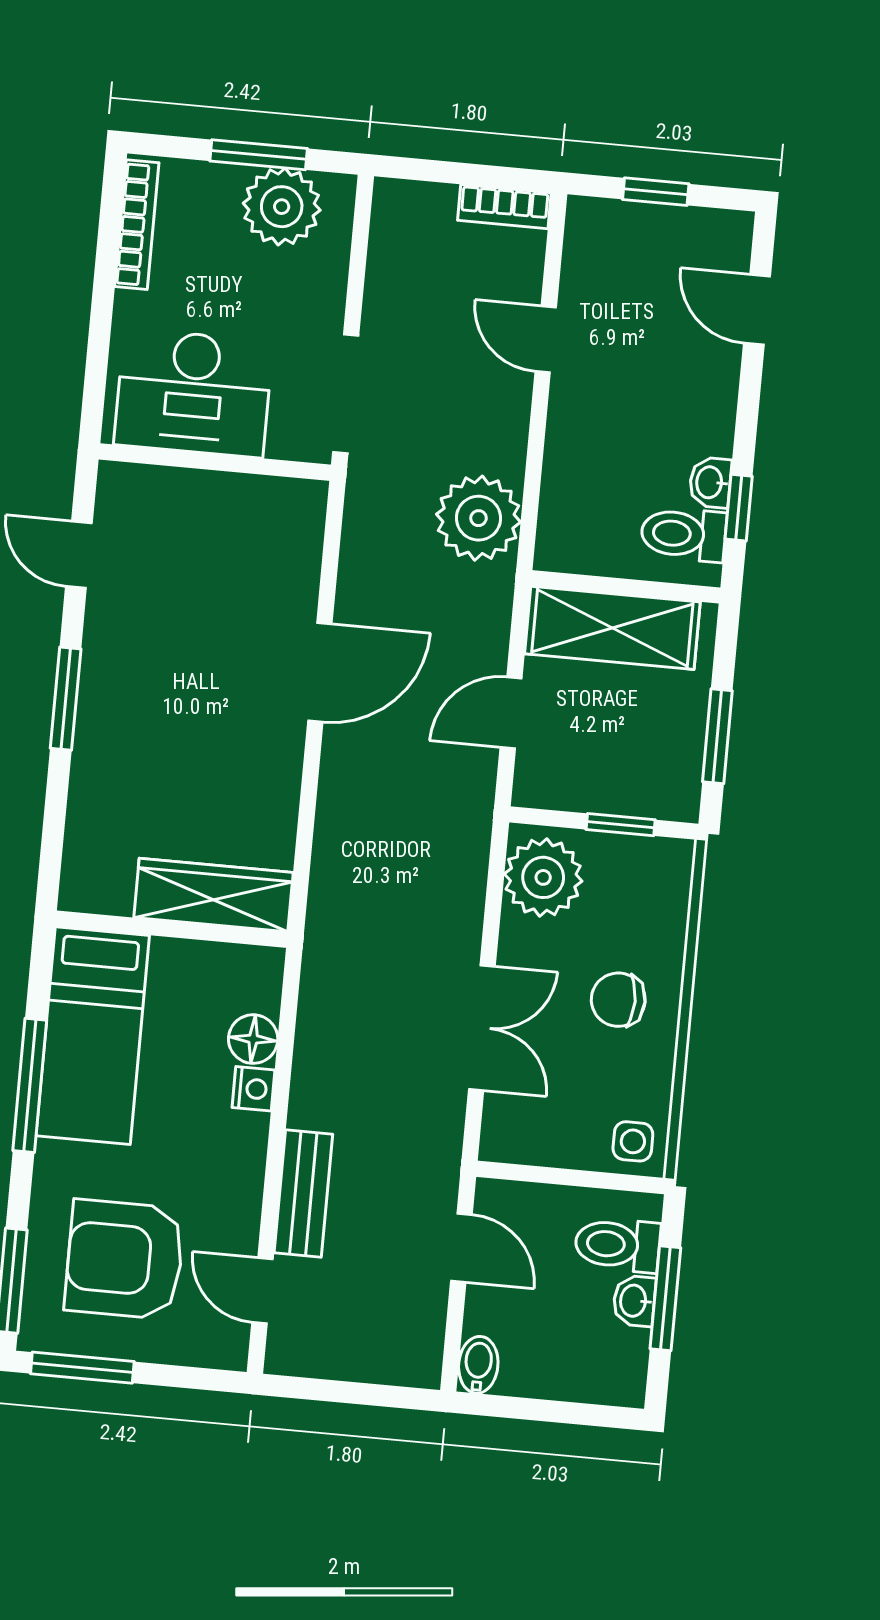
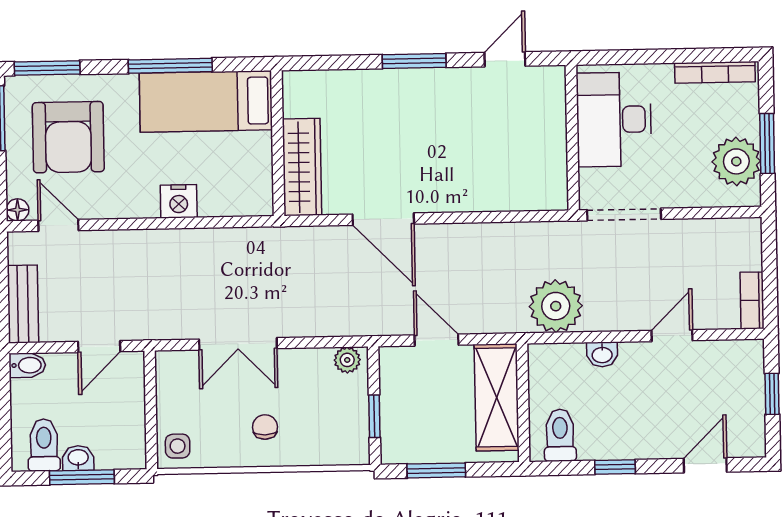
washbasin: (710, 482) -> (602, 354), moved, turned 180
window: (739, 508) -> (615, 467), moved
door: (320, 672) -> (383, 219), moved
plant: (543, 877) -> (347, 360), width x0.53, depth x0.53
chair: (618, 1000) -> (265, 427), width x0.73, depth x0.73
floor lamp: (253, 1039) -> (18, 210), moved, width x0.73, depth x0.73
nightstand: (253, 1089) -> (179, 201), width x1.39, depth x1.35
bench: (303, 1194) -> (23, 304), moved, turned 90
toilet: (618, 1245) -> (44, 445), moved
armchair: (125, 1259) -> (68, 137), turned 180
door: (262, 1291) -> (58, 225), hinge flipped

